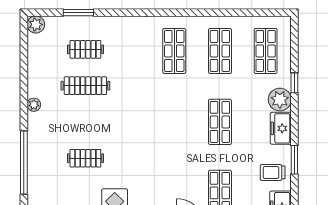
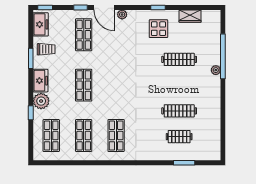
plant: (36, 24) -> (214, 154), removed
plant: (34, 105) -> (216, 70), moved
clothes rail: (85, 158) -> (179, 59), width x1.36

